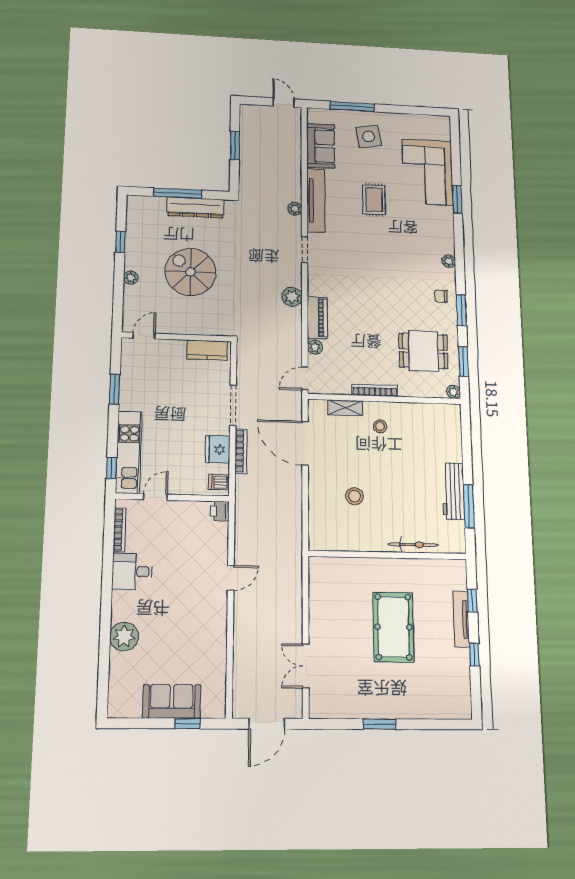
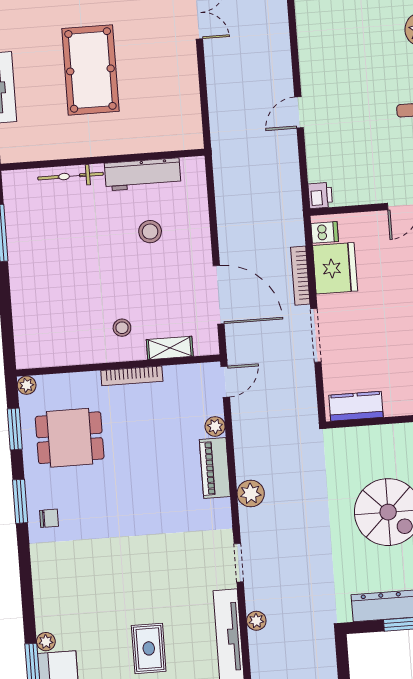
plant: (449, 261) -> (46, 642), moved
fridge: (218, 449) -> (335, 268), width x1.36, depth x1.34
workbench: (453, 491) -> (143, 174), moved, turned 90

